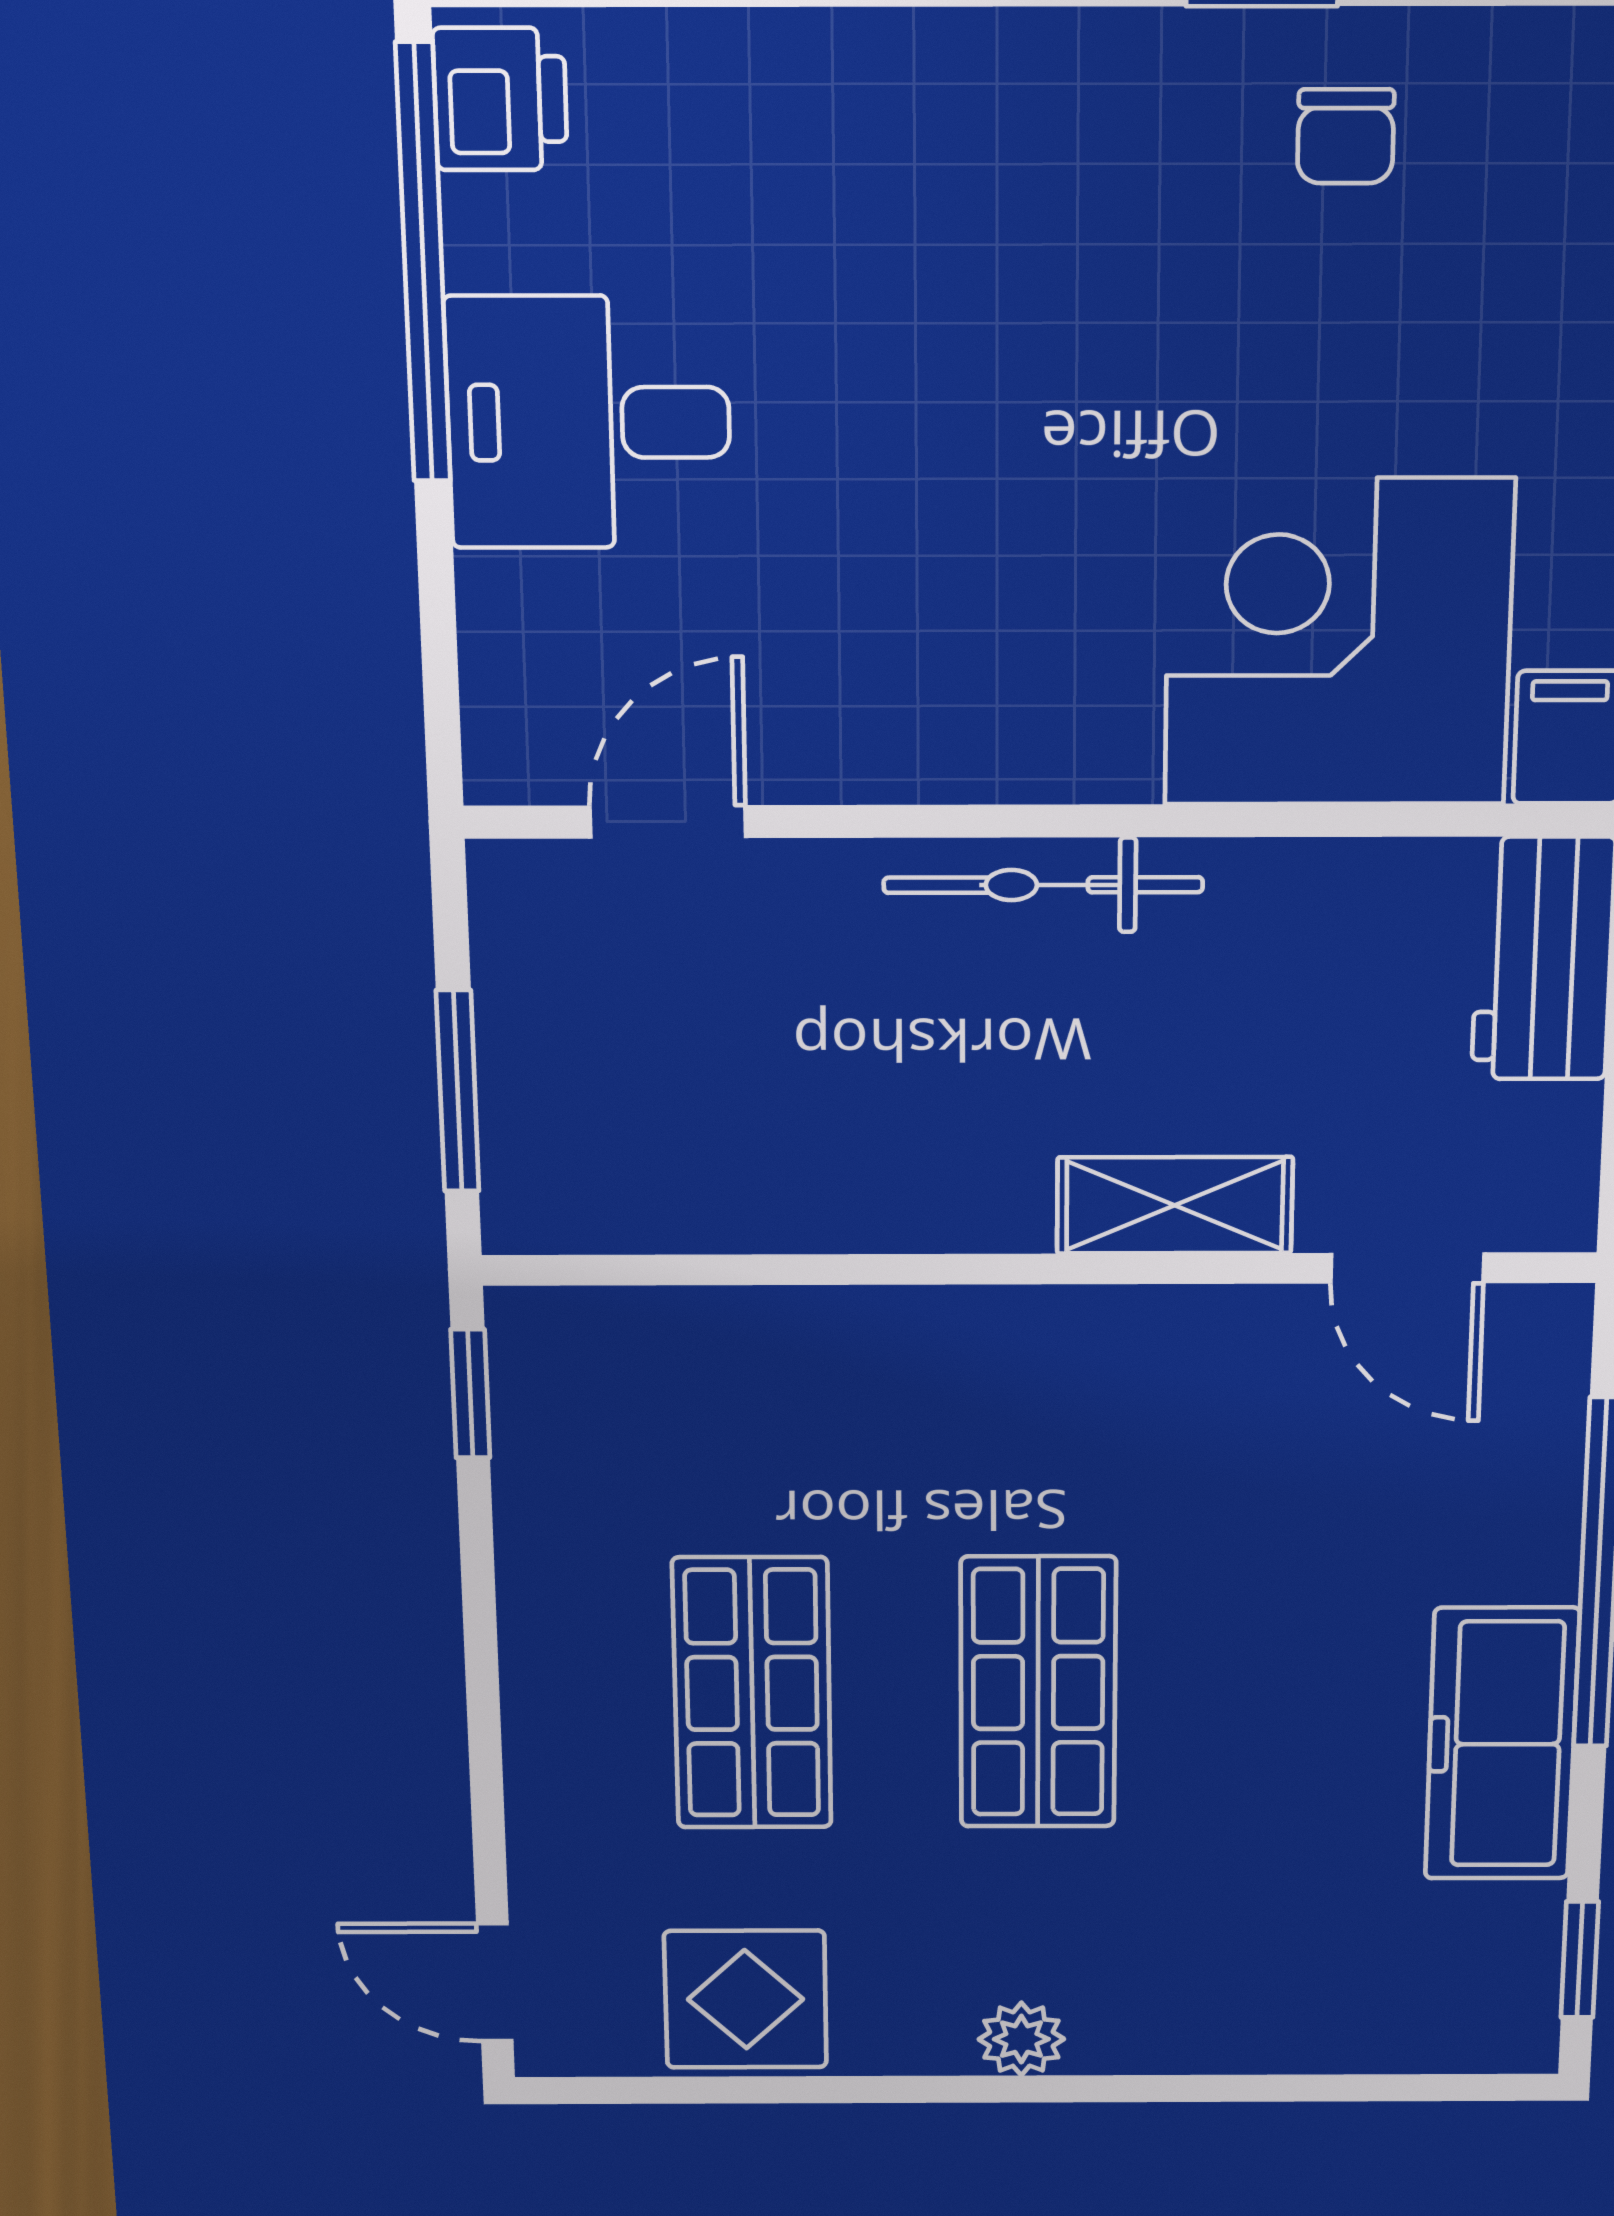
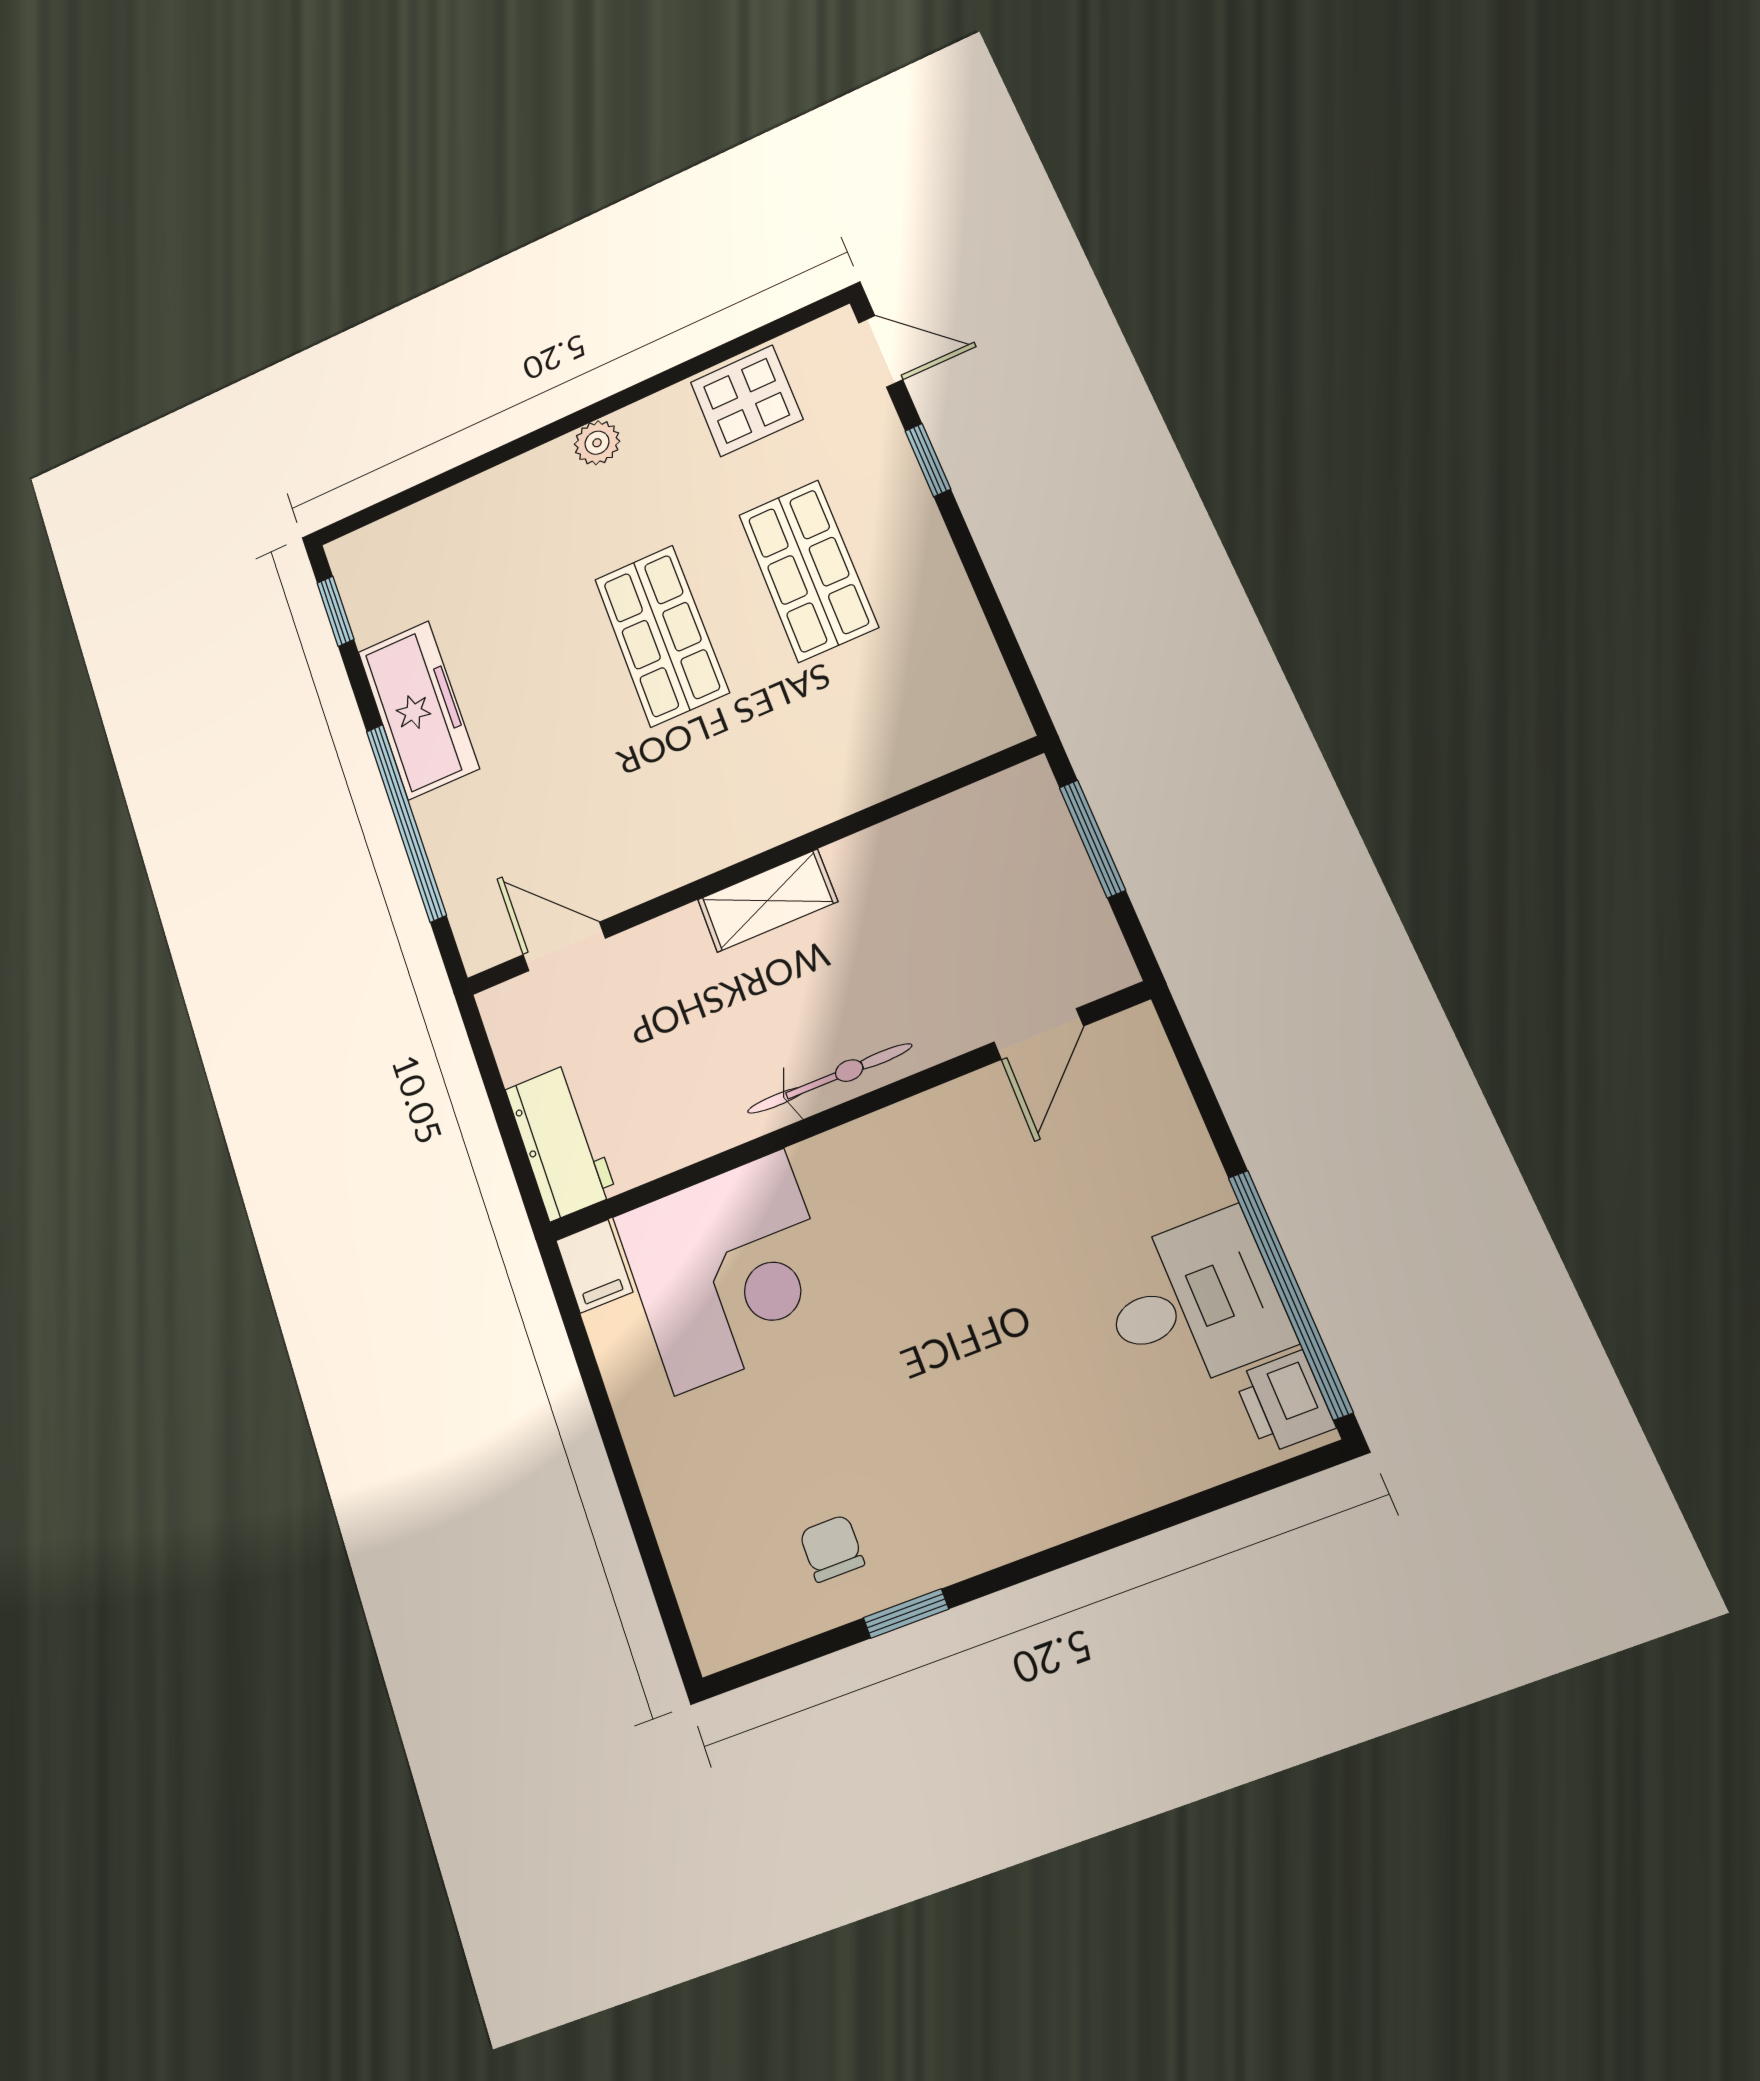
desk: (589, 422) -> (1193, 1302), moved
shelving: (1175, 1205) -> (767, 901), moved
window: (470, 1394) -> (928, 460), moved

